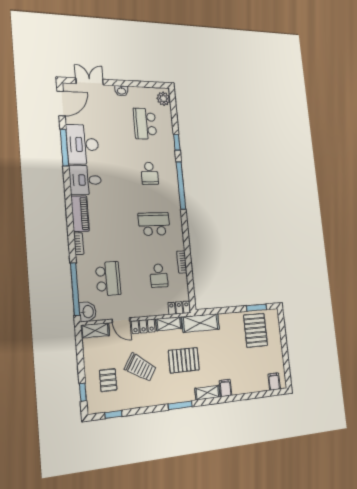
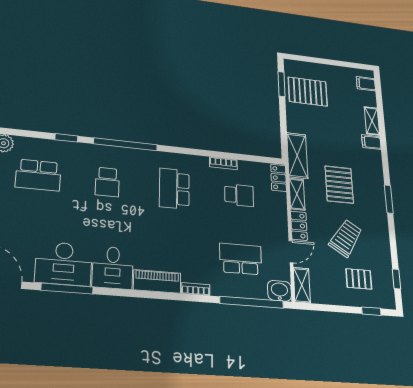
school desk: (150, 173) -> (107, 182), turned 90
shelving: (207, 393) -> (372, 121), moved

